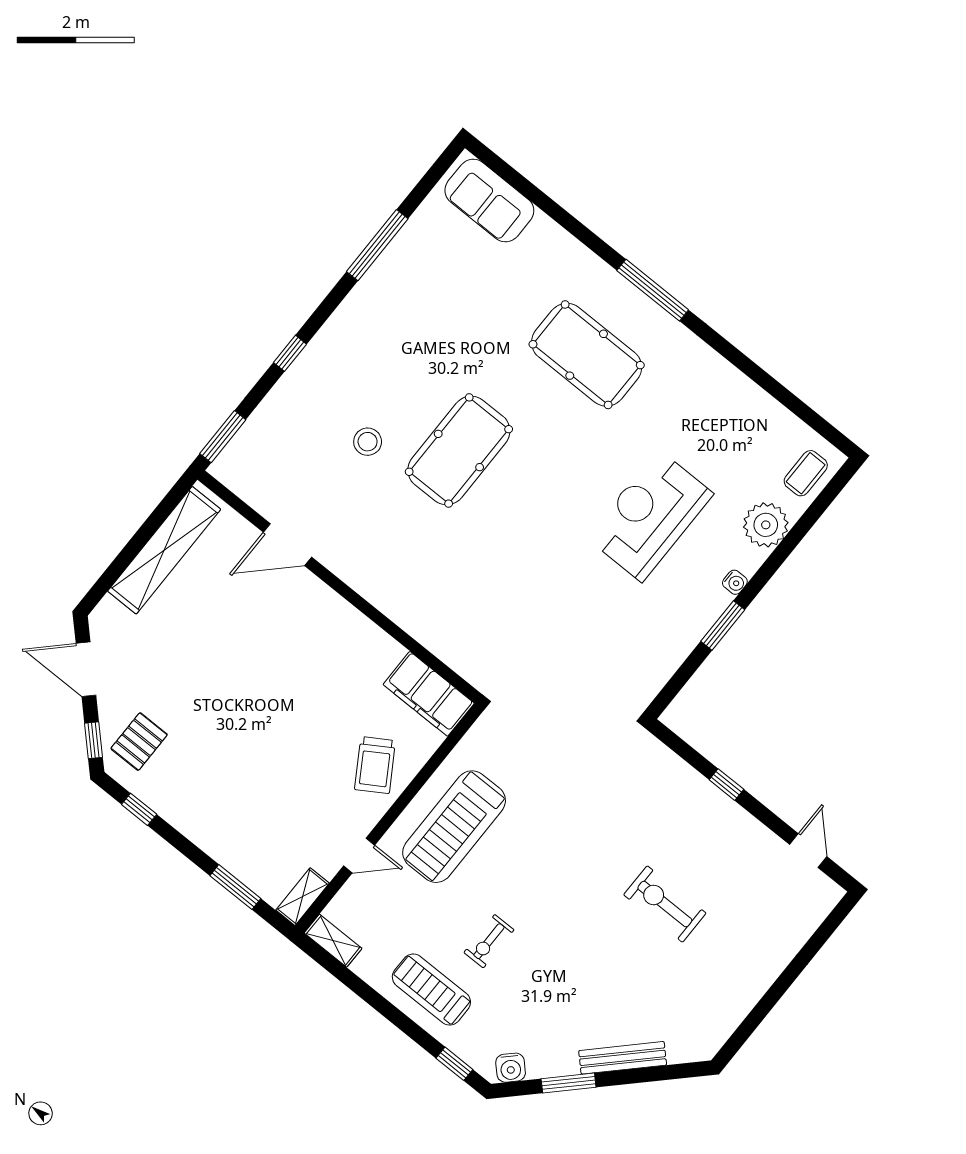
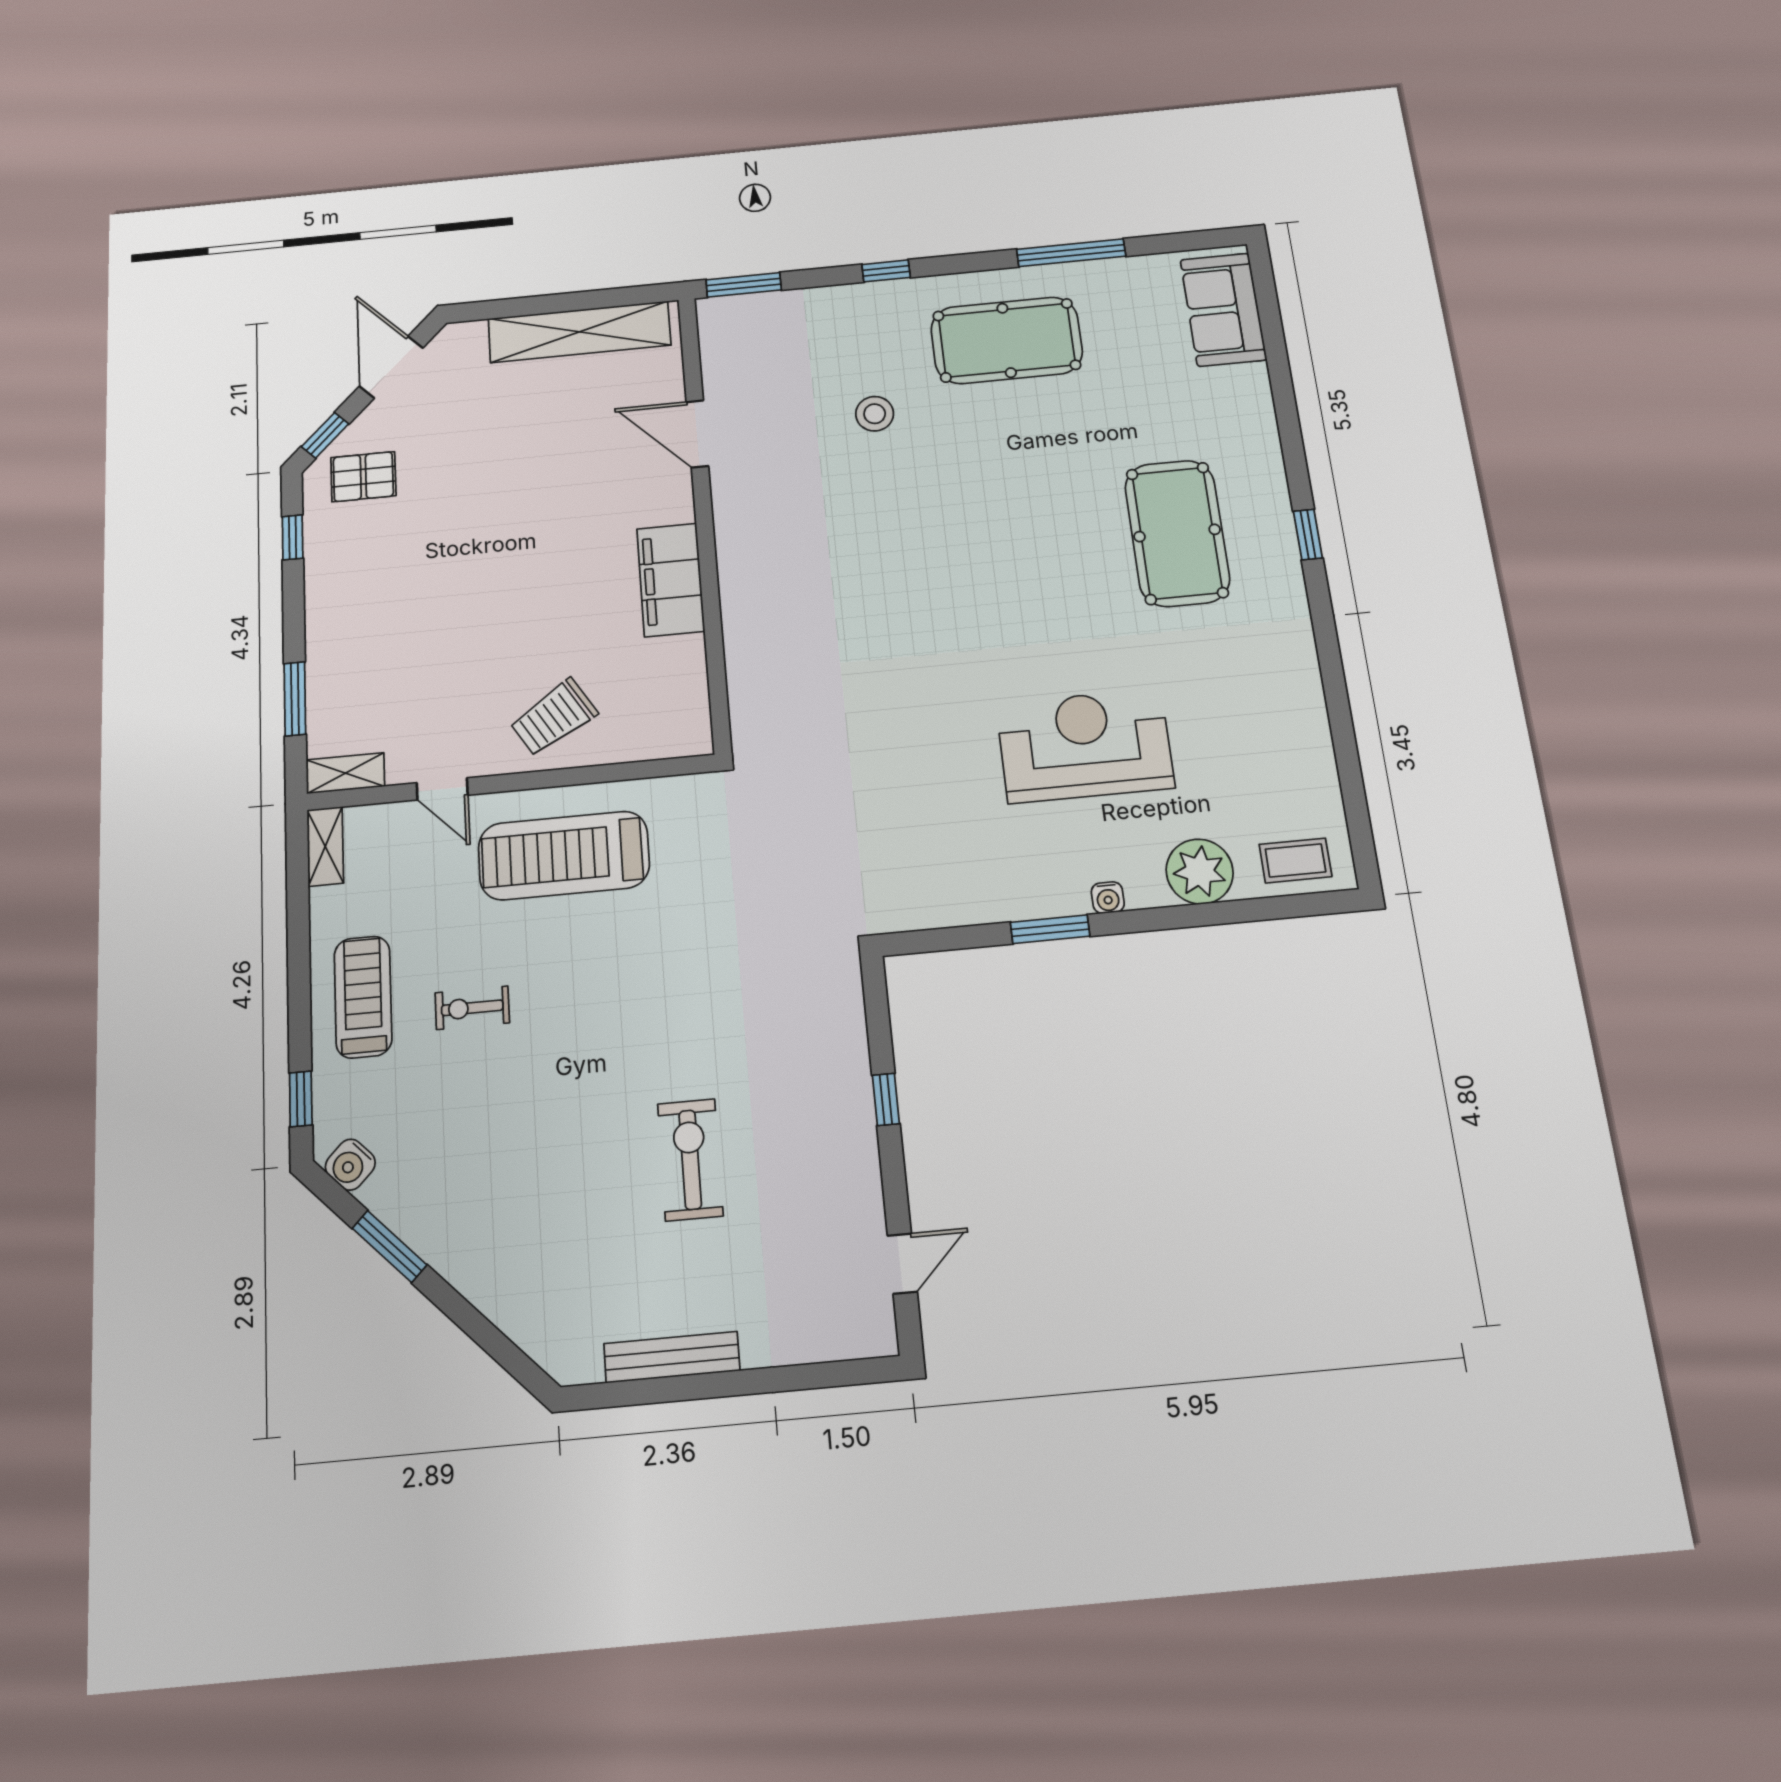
window: (653, 290) -> (1308, 535), width x0.46
pool table: (459, 450) -> (1007, 340), moved
filing cabinet: (429, 694) -> (671, 580), moved
bench: (623, 1058) -> (672, 1357), moved, turned -45

